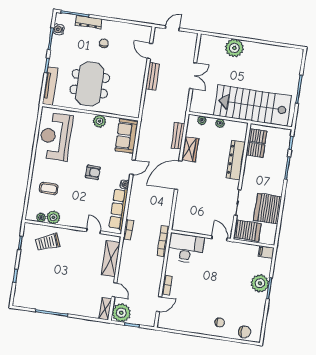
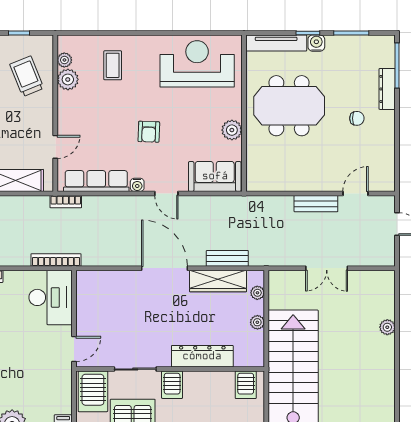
water cooler: (59, 29) -> (316, 43), moved
plant: (234, 48) -> (387, 327), width x0.53, depth x0.53
wardrobe: (190, 149) -> (218, 281), width x1.50
server rack: (255, 150) -> (172, 385), moved

